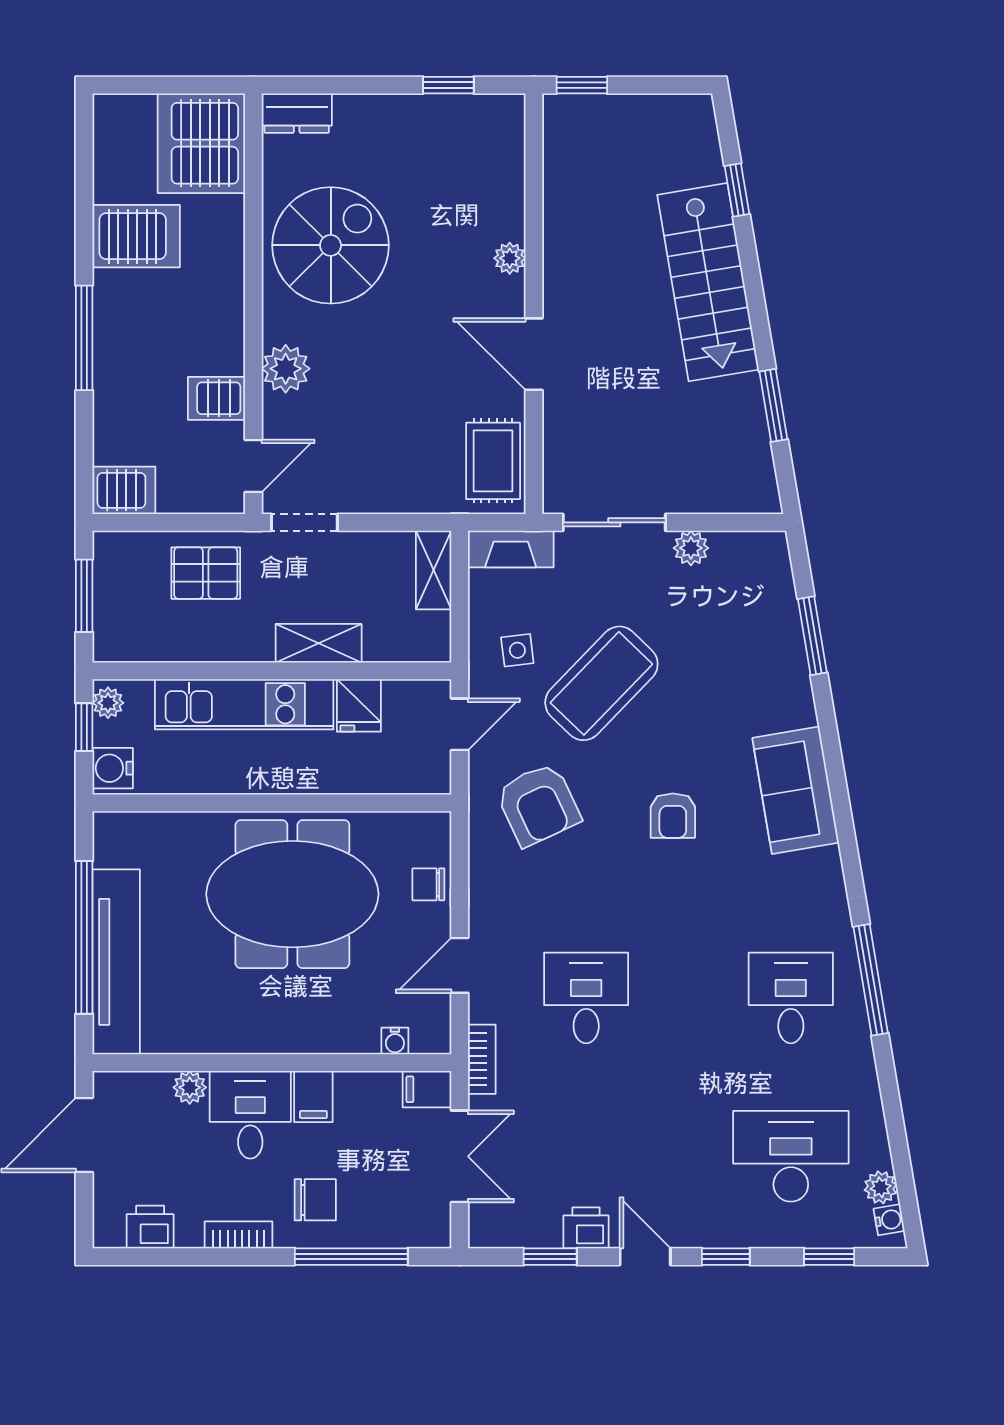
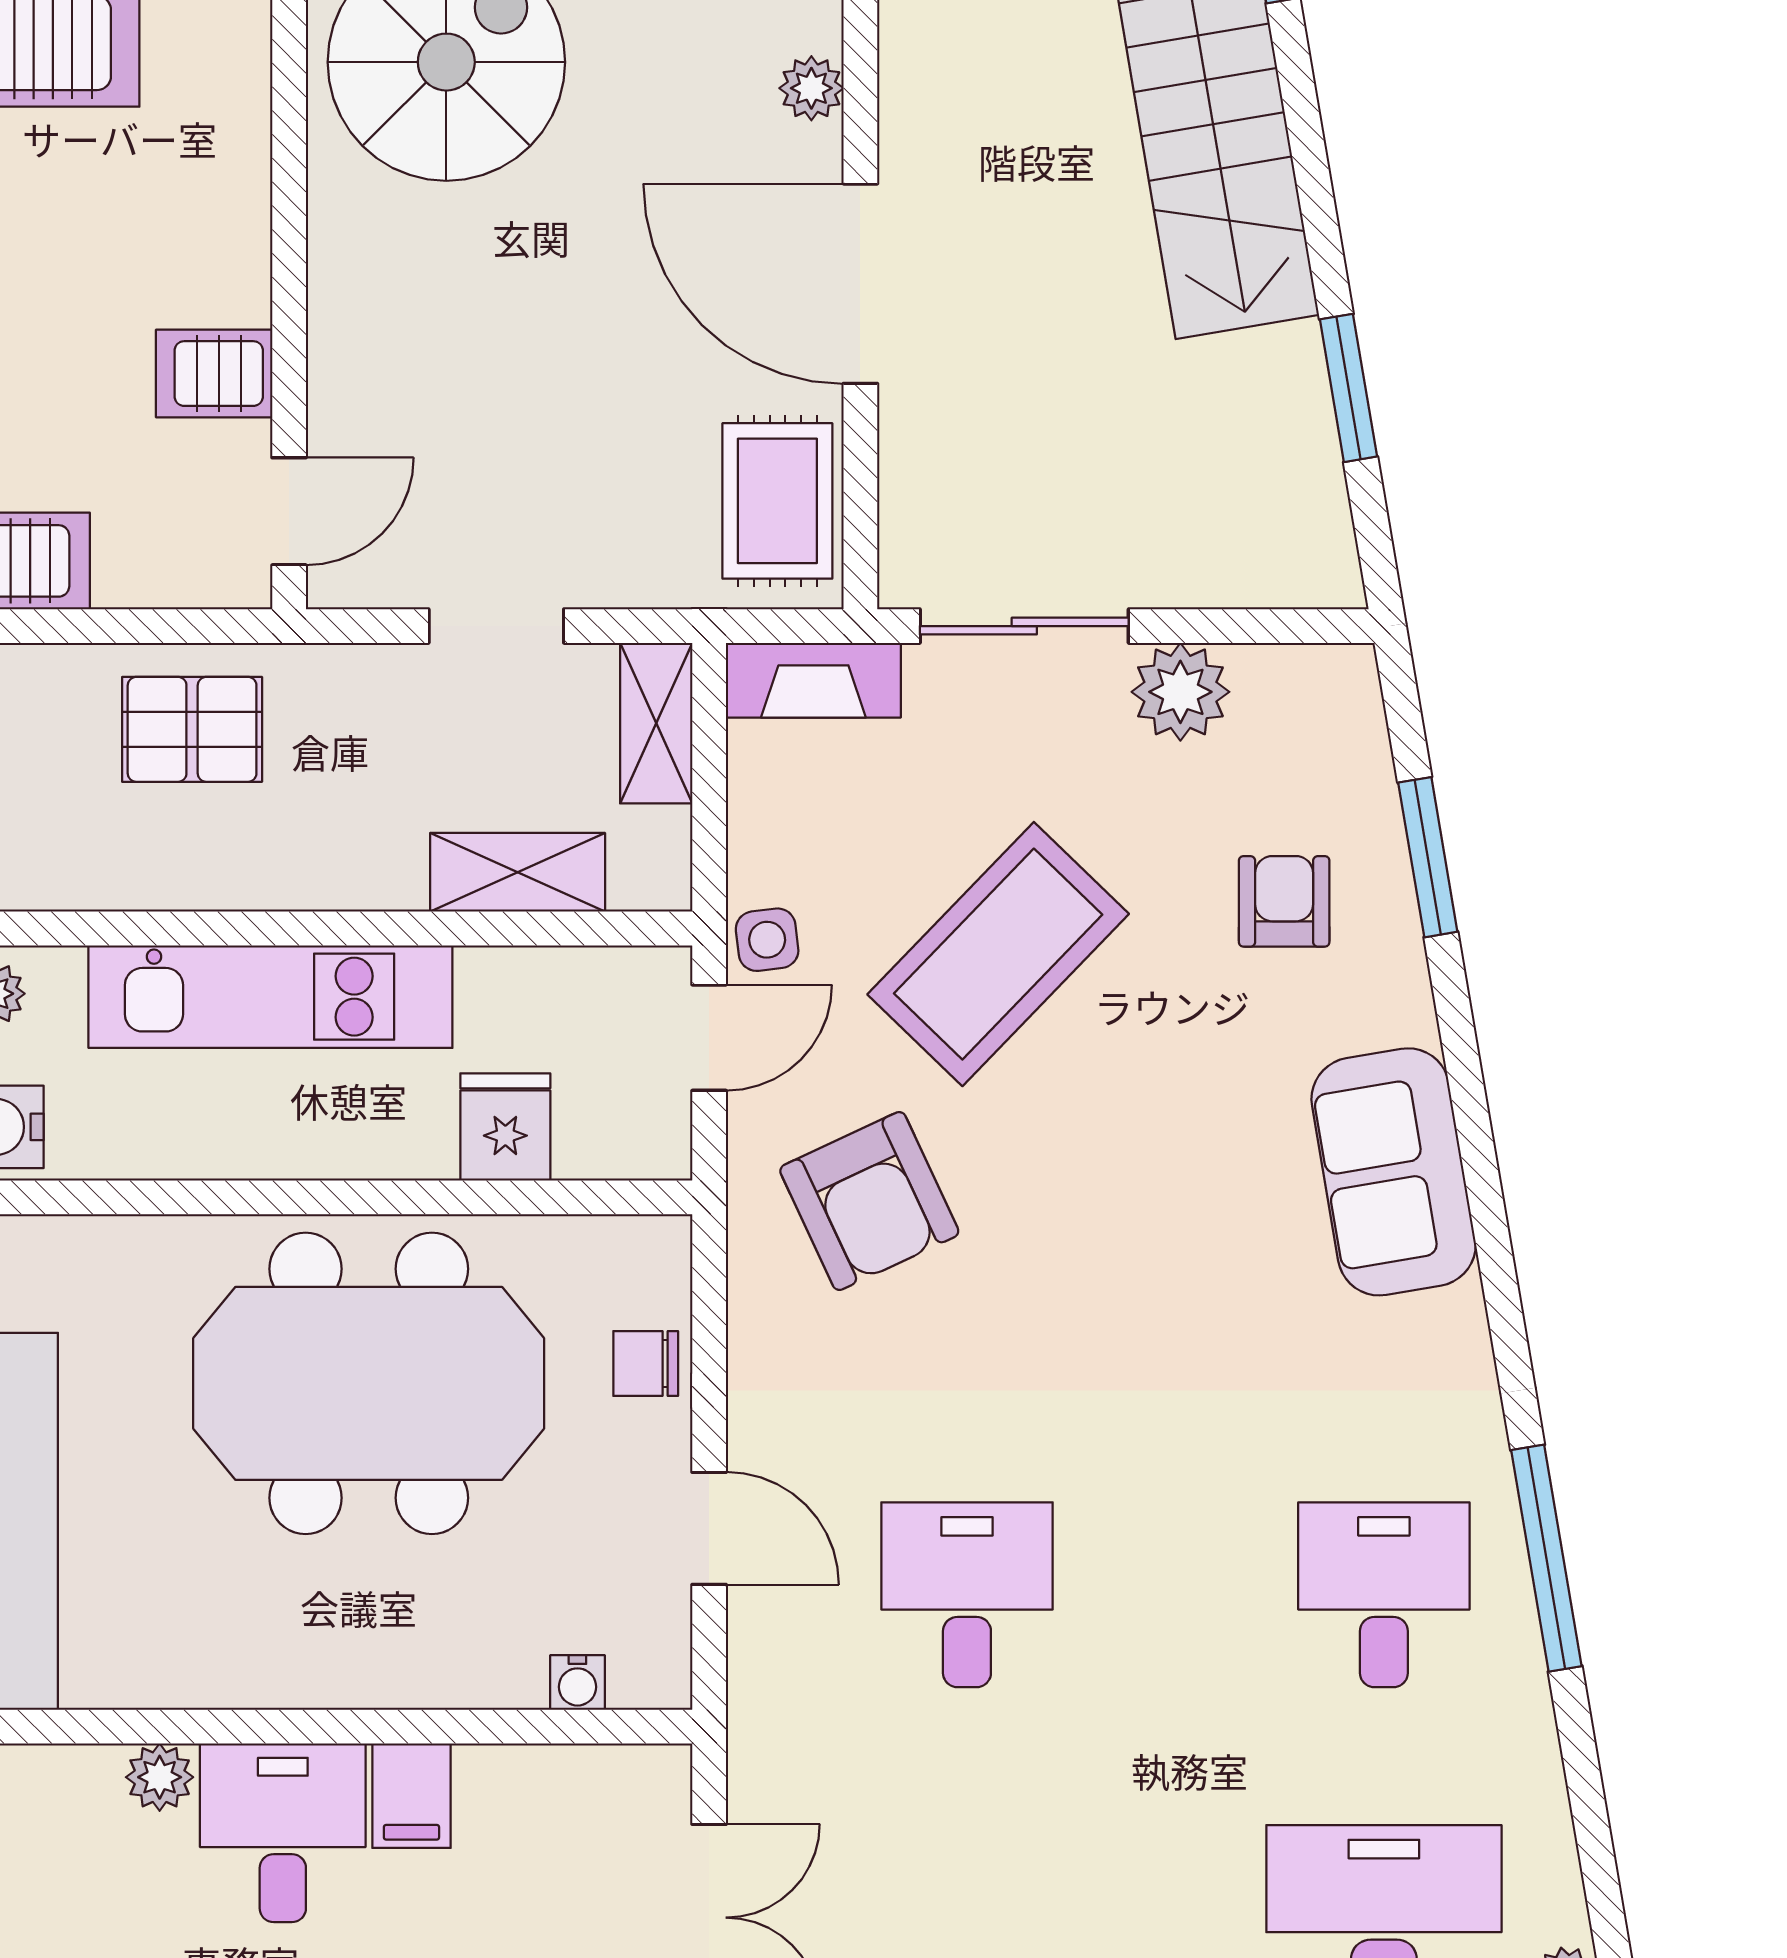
door: (534, 354) -> (860, 284), width x1.36
plant: (286, 369) -> (355, 313), removed
doorway: (304, 522) -> (496, 626), moved
plant: (691, 548) -> (1180, 692), width x1.38, depth x1.38
shelving: (319, 643) -> (518, 872), moved
side table: (517, 650) -> (767, 940), moved
fridge: (359, 705) -> (505, 1127), moved, turned 180
armchair: (673, 816) -> (1284, 901), moved, turned 180
door: (460, 965) -> (709, 1528), swing flipped
bookcase: (482, 1059) -> (754, 1720), removed
filing cabinet: (427, 1089) -> (643, 1781), removed

